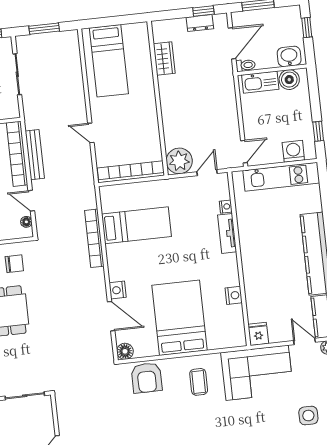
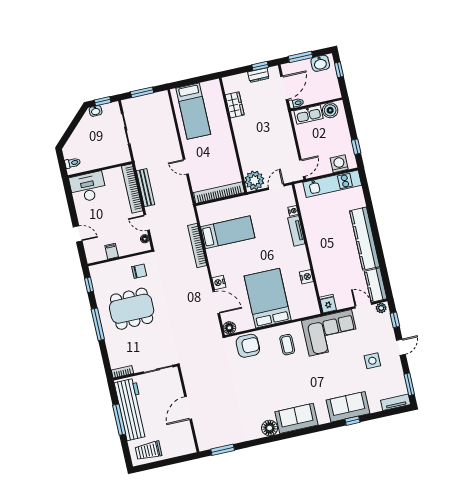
washbasin: (289, 56) -> (320, 63), moved, turned 180
armchair: (147, 378) -> (248, 346), turned -90

